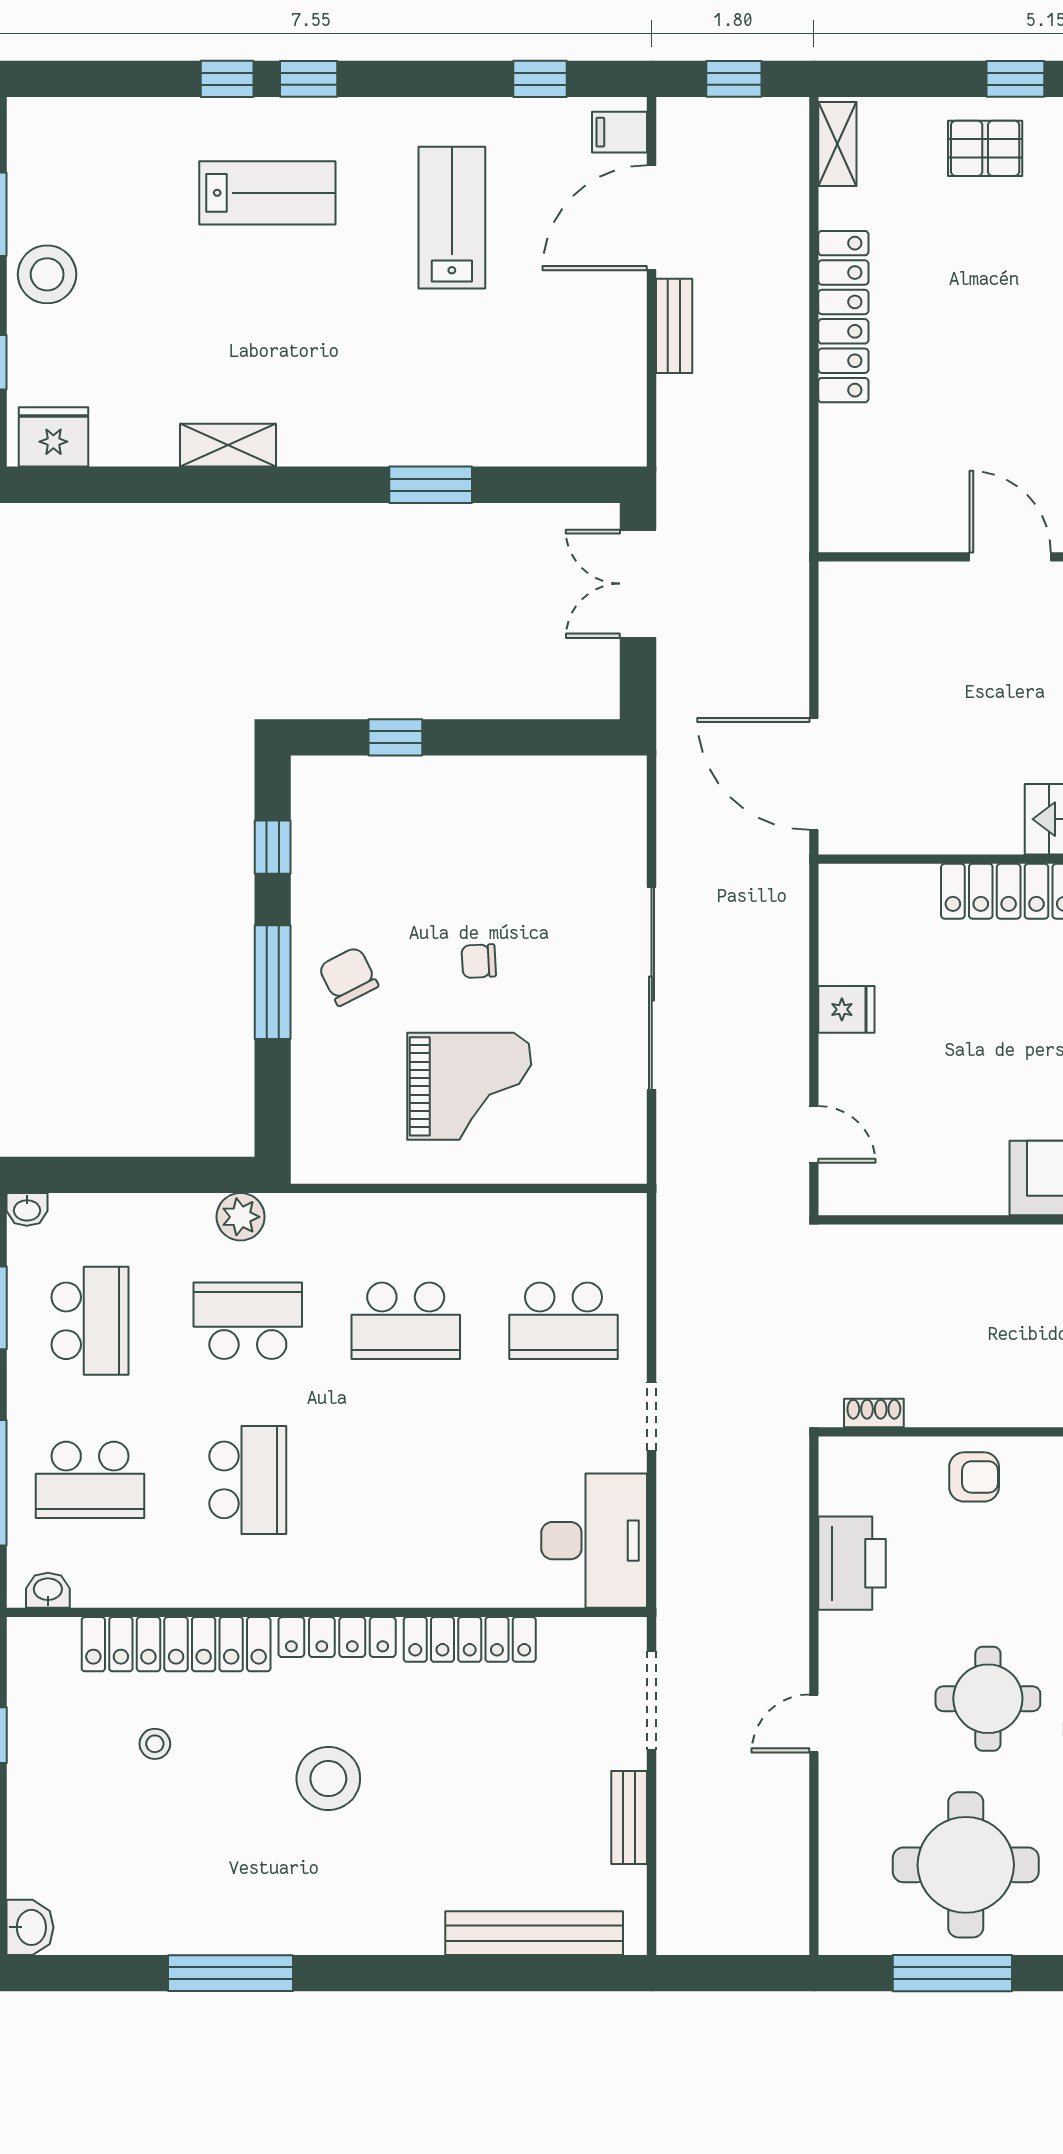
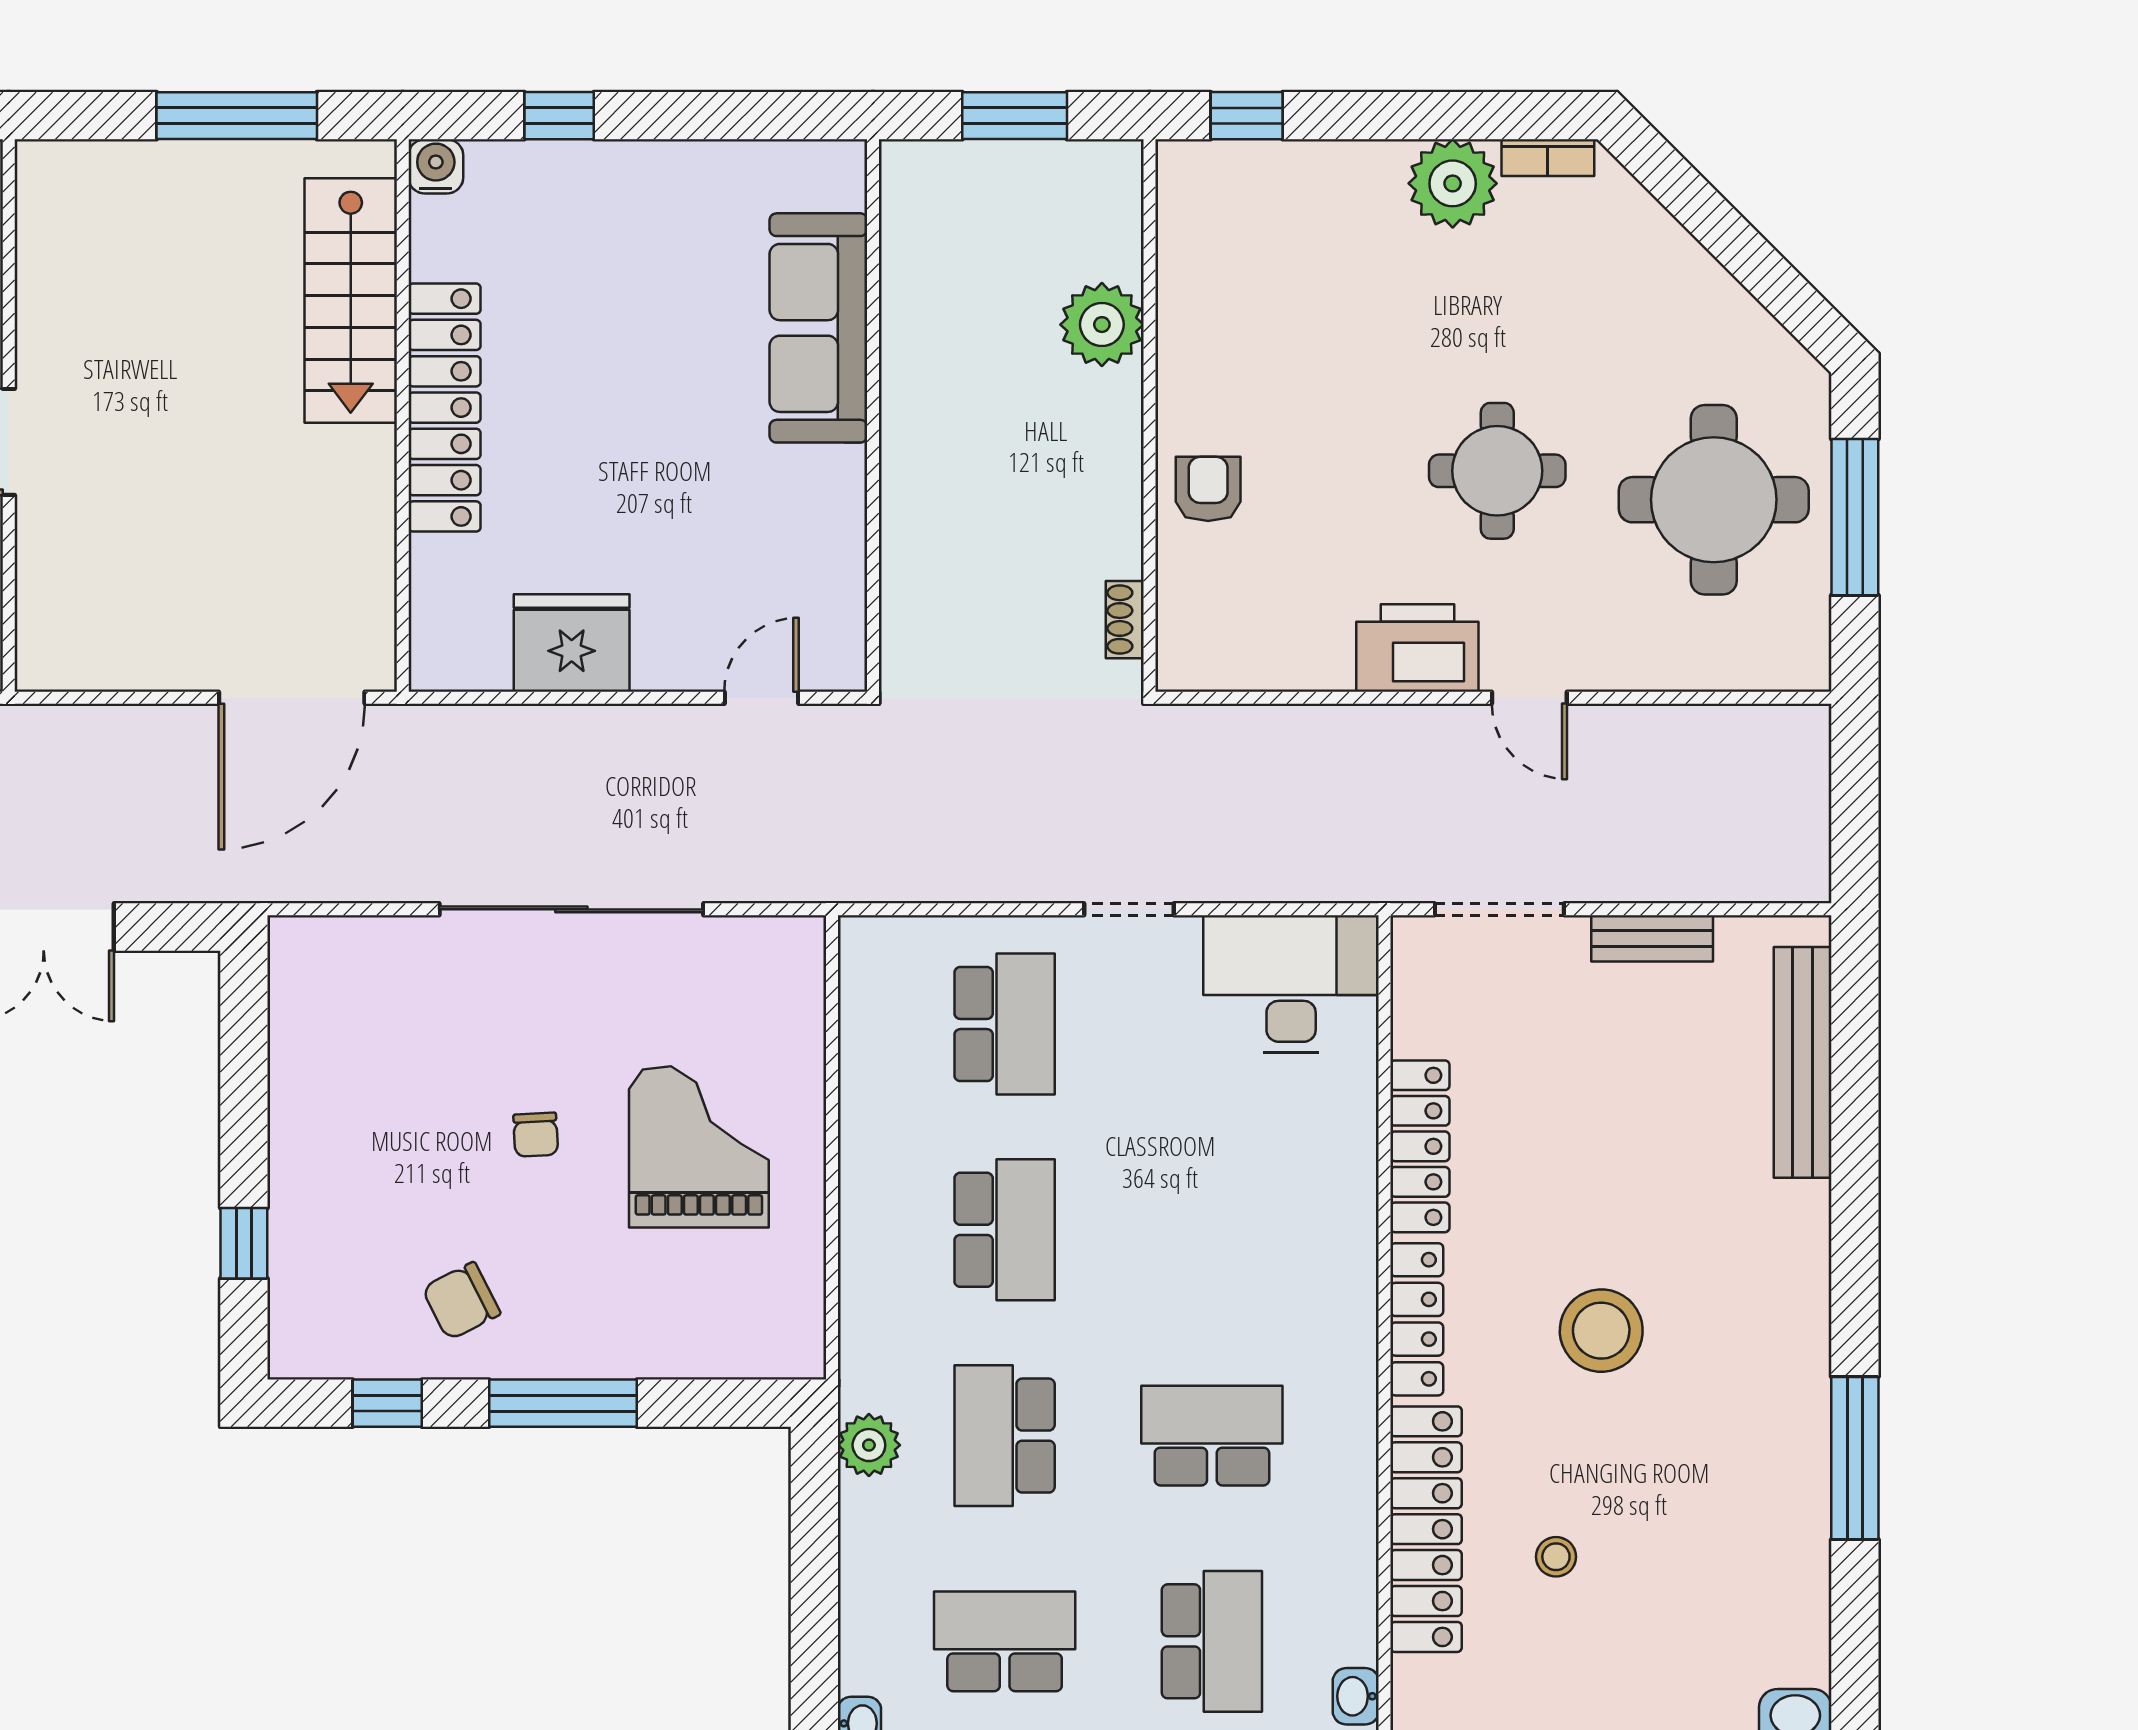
chair: (348, 976) -> (461, 1301), moved
fridge: (846, 1009) -> (572, 643), width x1.88, depth x1.34
printer: (852, 1563) -> (1417, 648), moved

